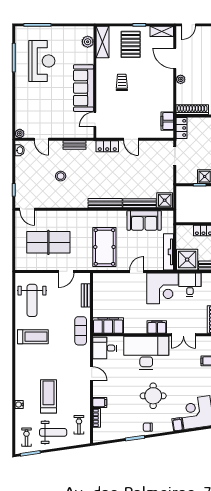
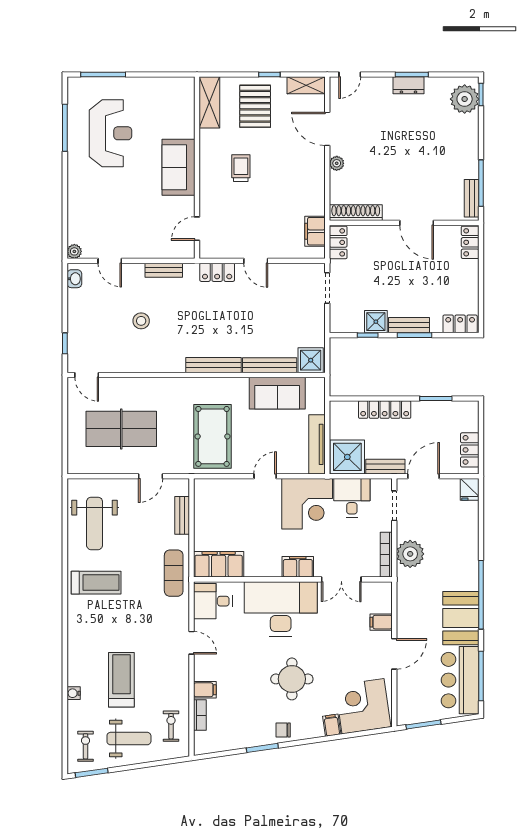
plant: (88, 42) -> (185, 102), removed
sofa: (84, 88) -> (178, 167), width x0.73

